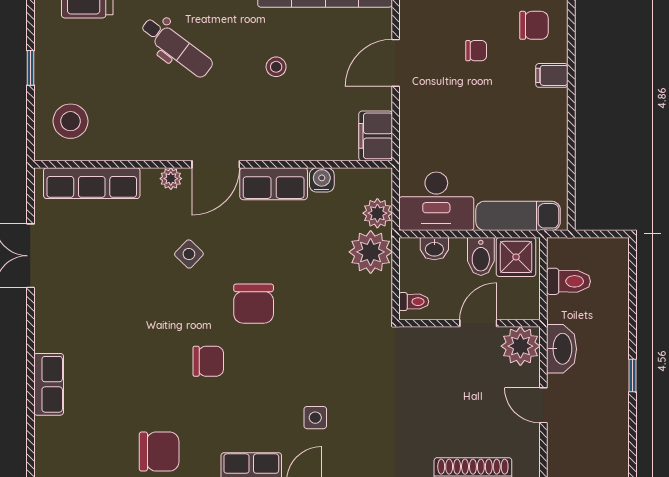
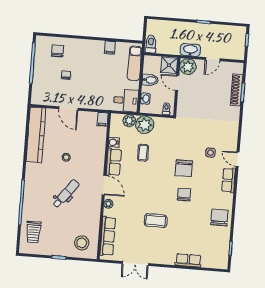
dental chair: (177, 47) -> (66, 194), moved
filing cabinet: (552, 75) -> (110, 48), moved
filing cabinet: (376, 136) -> (103, 119), width x0.50
desk: (436, 201) -> (126, 100), width x0.73
coffee table: (302, 253) -> (143, 153), added
side table: (189, 254) -> (140, 199), removed
shower: (516, 257) -> (169, 65), moved
toilet: (569, 281) -> (151, 44), moved
coffee table: (139, 297) -> (156, 221), added
chair: (254, 304) -> (184, 168), moved, turned 90

